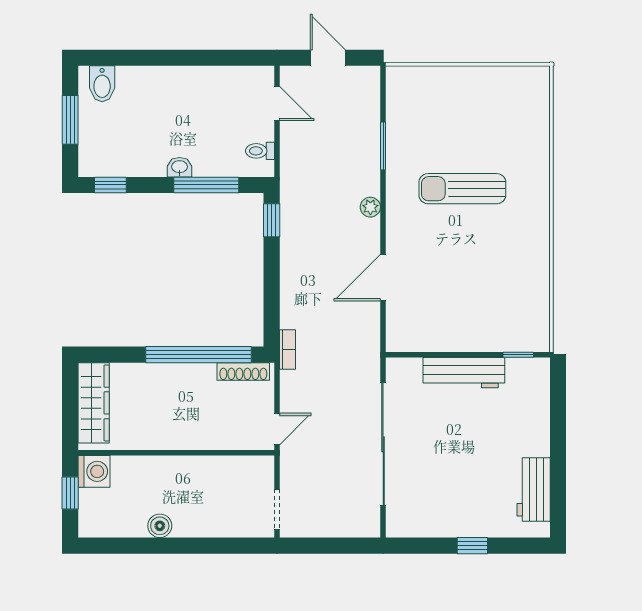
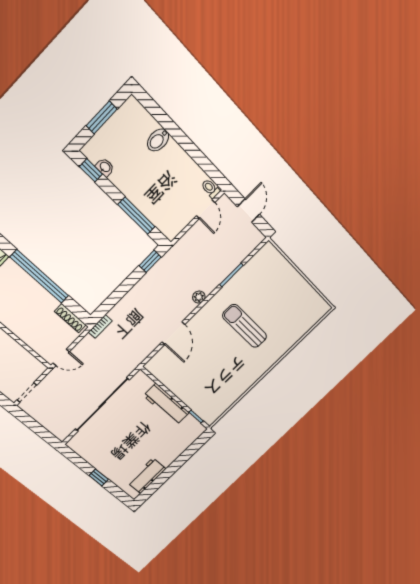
bidet: (102, 84) -> (158, 140), moved
toilet: (260, 151) -> (211, 189), moved
washbasin: (180, 167) -> (105, 167), moved
door: (383, 278) -> (173, 333), swing flipped
window: (199, 355) -> (39, 277), moved

